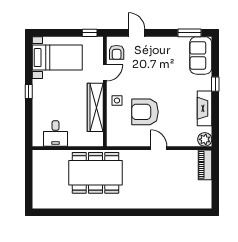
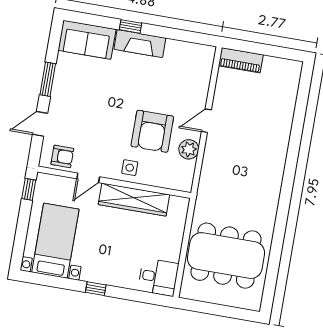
window: (190, 33) -> (48, 79), moved
door: (105, 73) -> (88, 178), swing flipped
fireplace: (204, 108) -> (140, 44), moved
desk: (55, 133) -> (158, 277), moved
plant: (205, 139) -> (189, 149), moved
dining table: (96, 173) -> (226, 256), moved, turned 90

